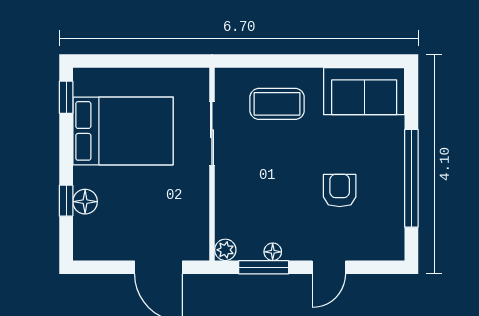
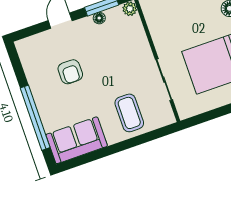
coffee table: (277, 104) -> (129, 113), turned 90
window: (411, 178) -> (35, 118), moved

